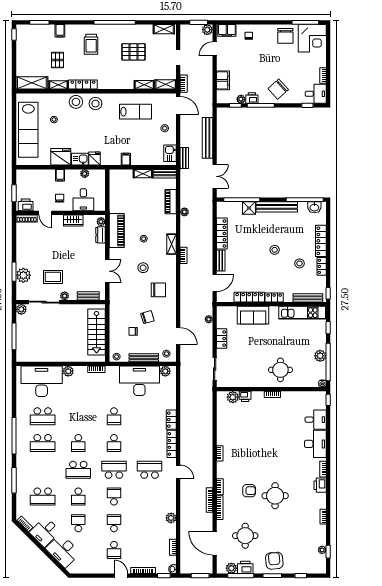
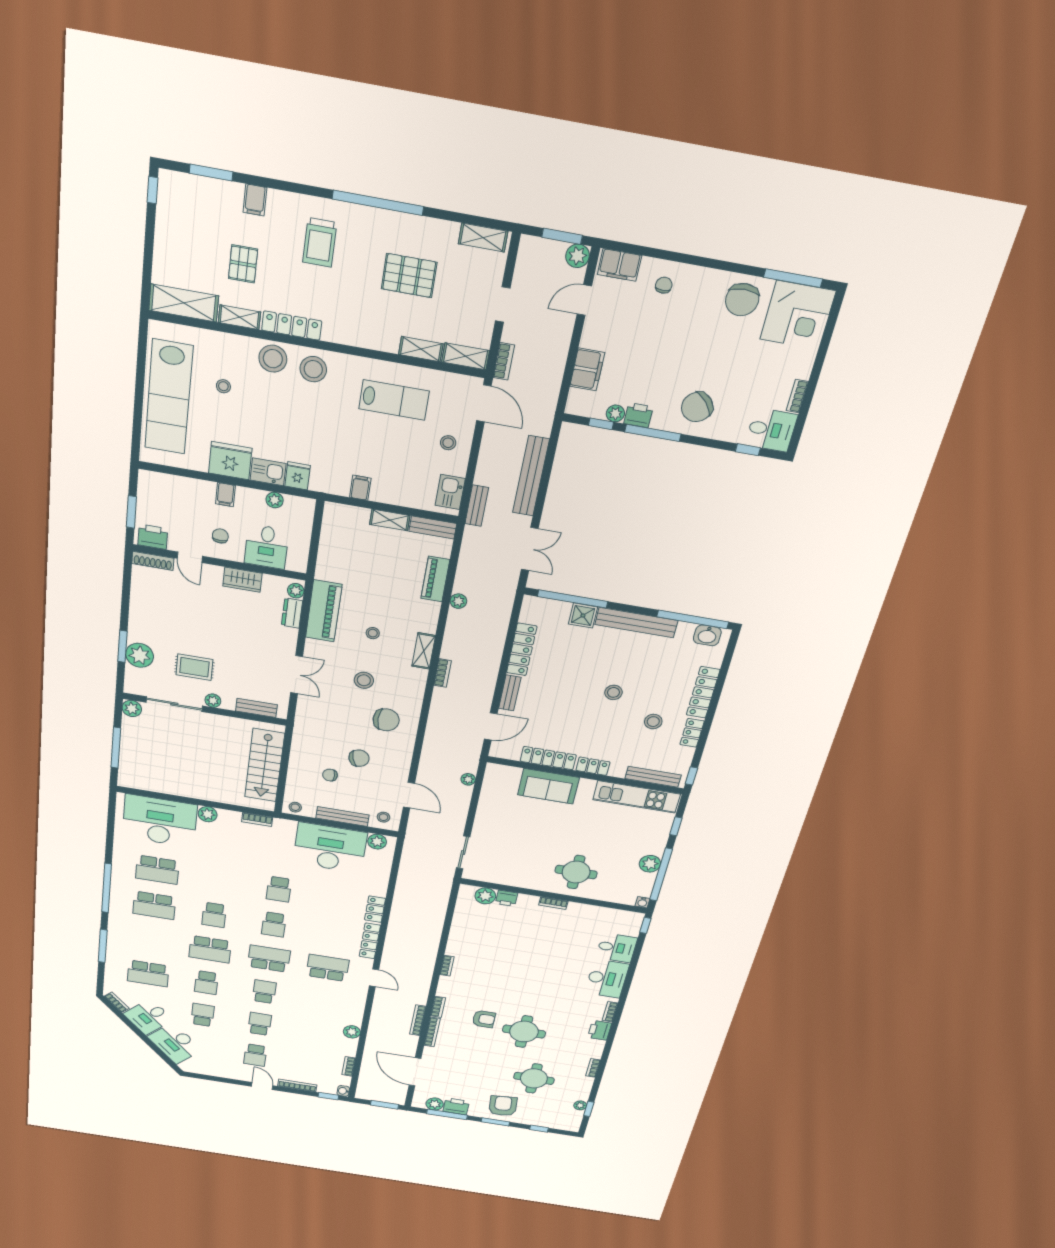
locker: (222, 339) -> (485, 811), removed
round table: (245, 536) -> (534, 1078), moved

